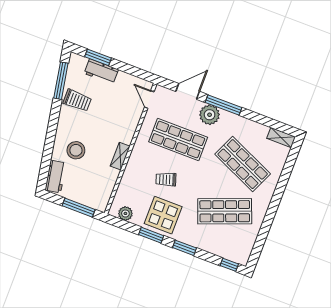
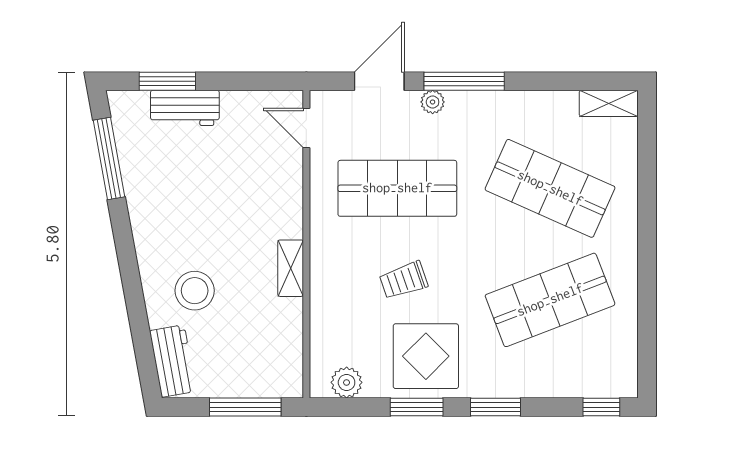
trolley: (77, 100) -> (158, 187), removed
plant: (210, 115) -> (433, 102), width x0.53, depth x0.53

